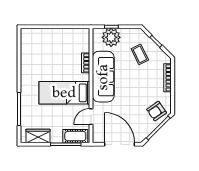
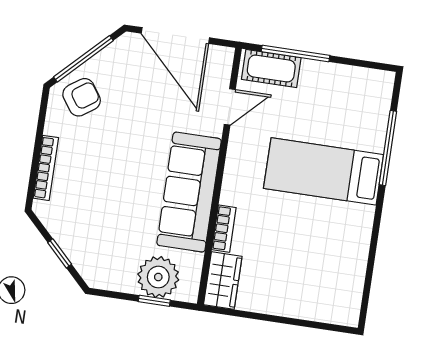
coffee table: (140, 54) -> (100, 229), removed
bed: (64, 93) -> (324, 171), moved, turned 180
wardrobe: (38, 136) -> (223, 281), moved, turned -90

